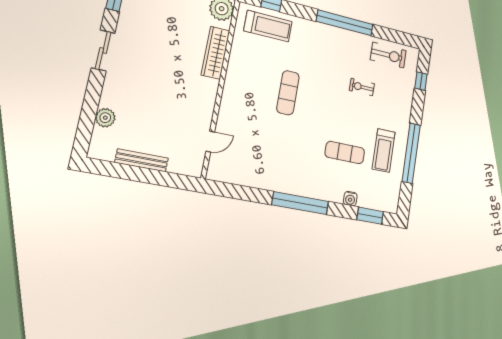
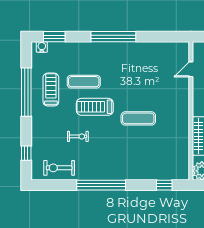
treadmill: (268, 26) -> (95, 107), moved
exercise mat: (288, 93) -> (138, 118), turned 90
water cooler: (350, 199) -> (42, 47), moved

